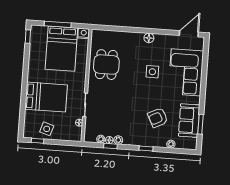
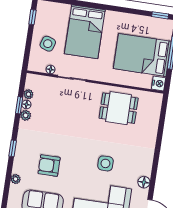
floor lamp: (149, 38) -> (144, 182), moved
armchair: (158, 118) -> (49, 165), turned -63
side table: (47, 129) -> (48, 44), moved

